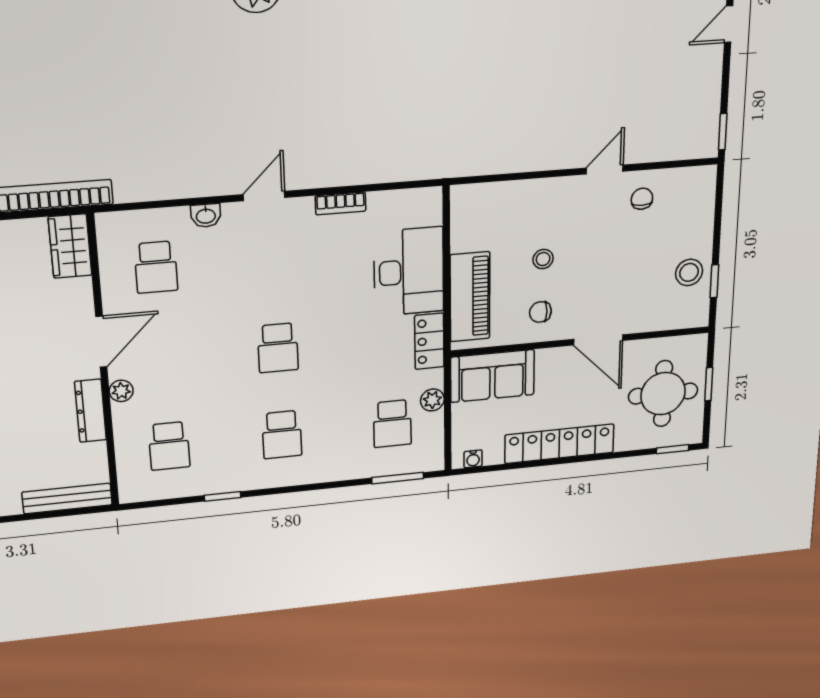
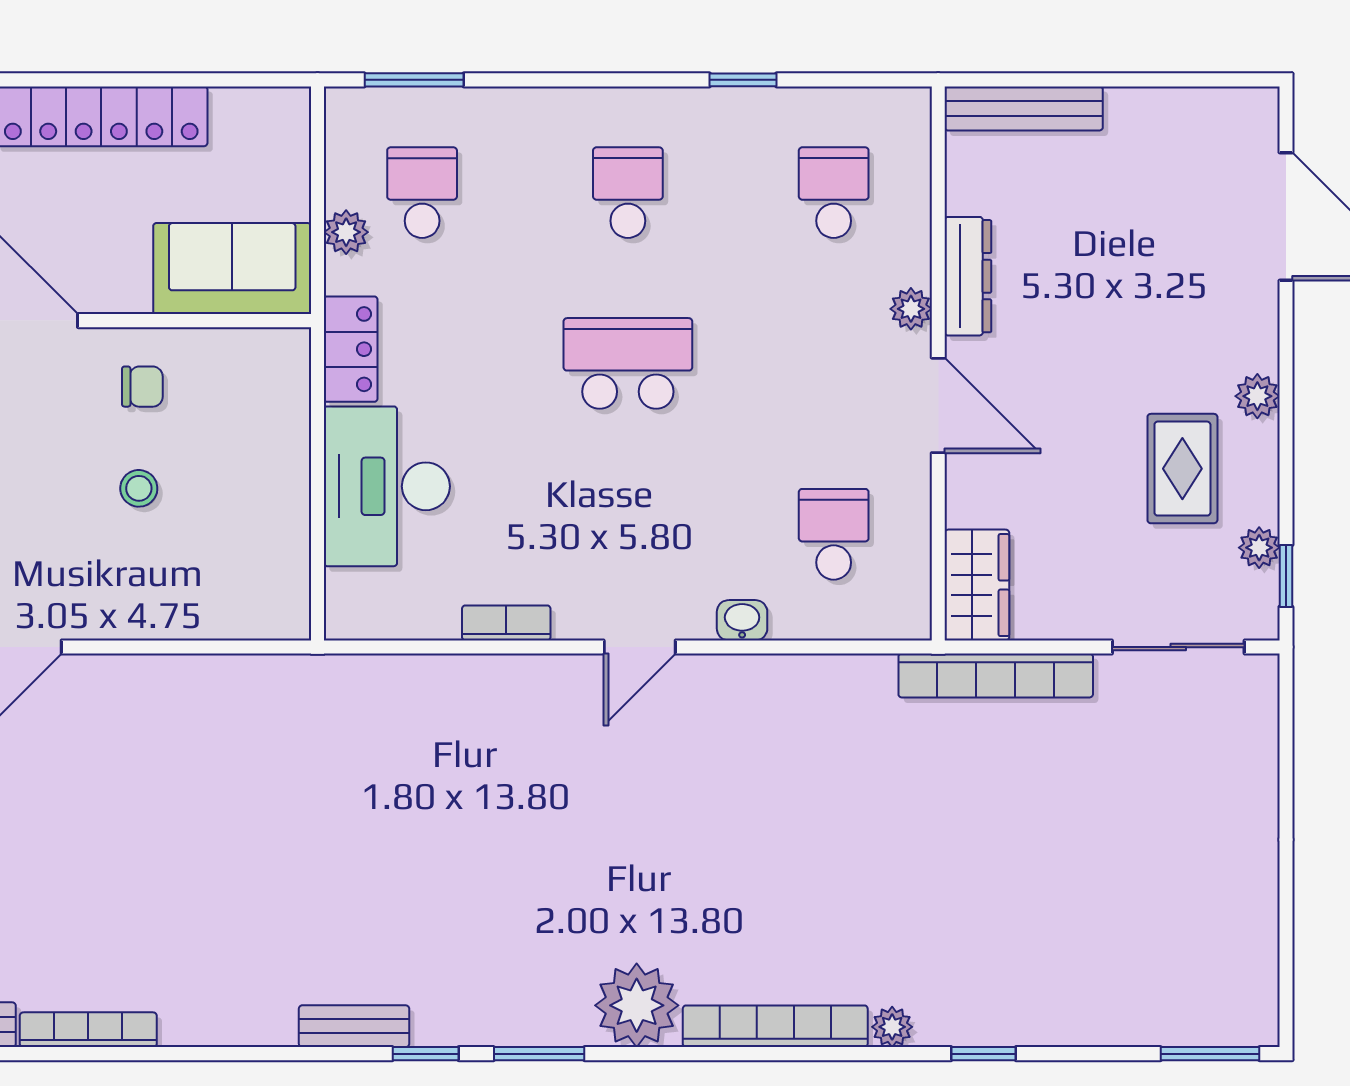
piano: (470, 297) -> (275, 428), removed
door: (101, 342) -> (938, 405), swing flipped
school desk: (278, 348) -> (628, 363), width x1.85
water cooler: (473, 459) -> (269, 103), removed

